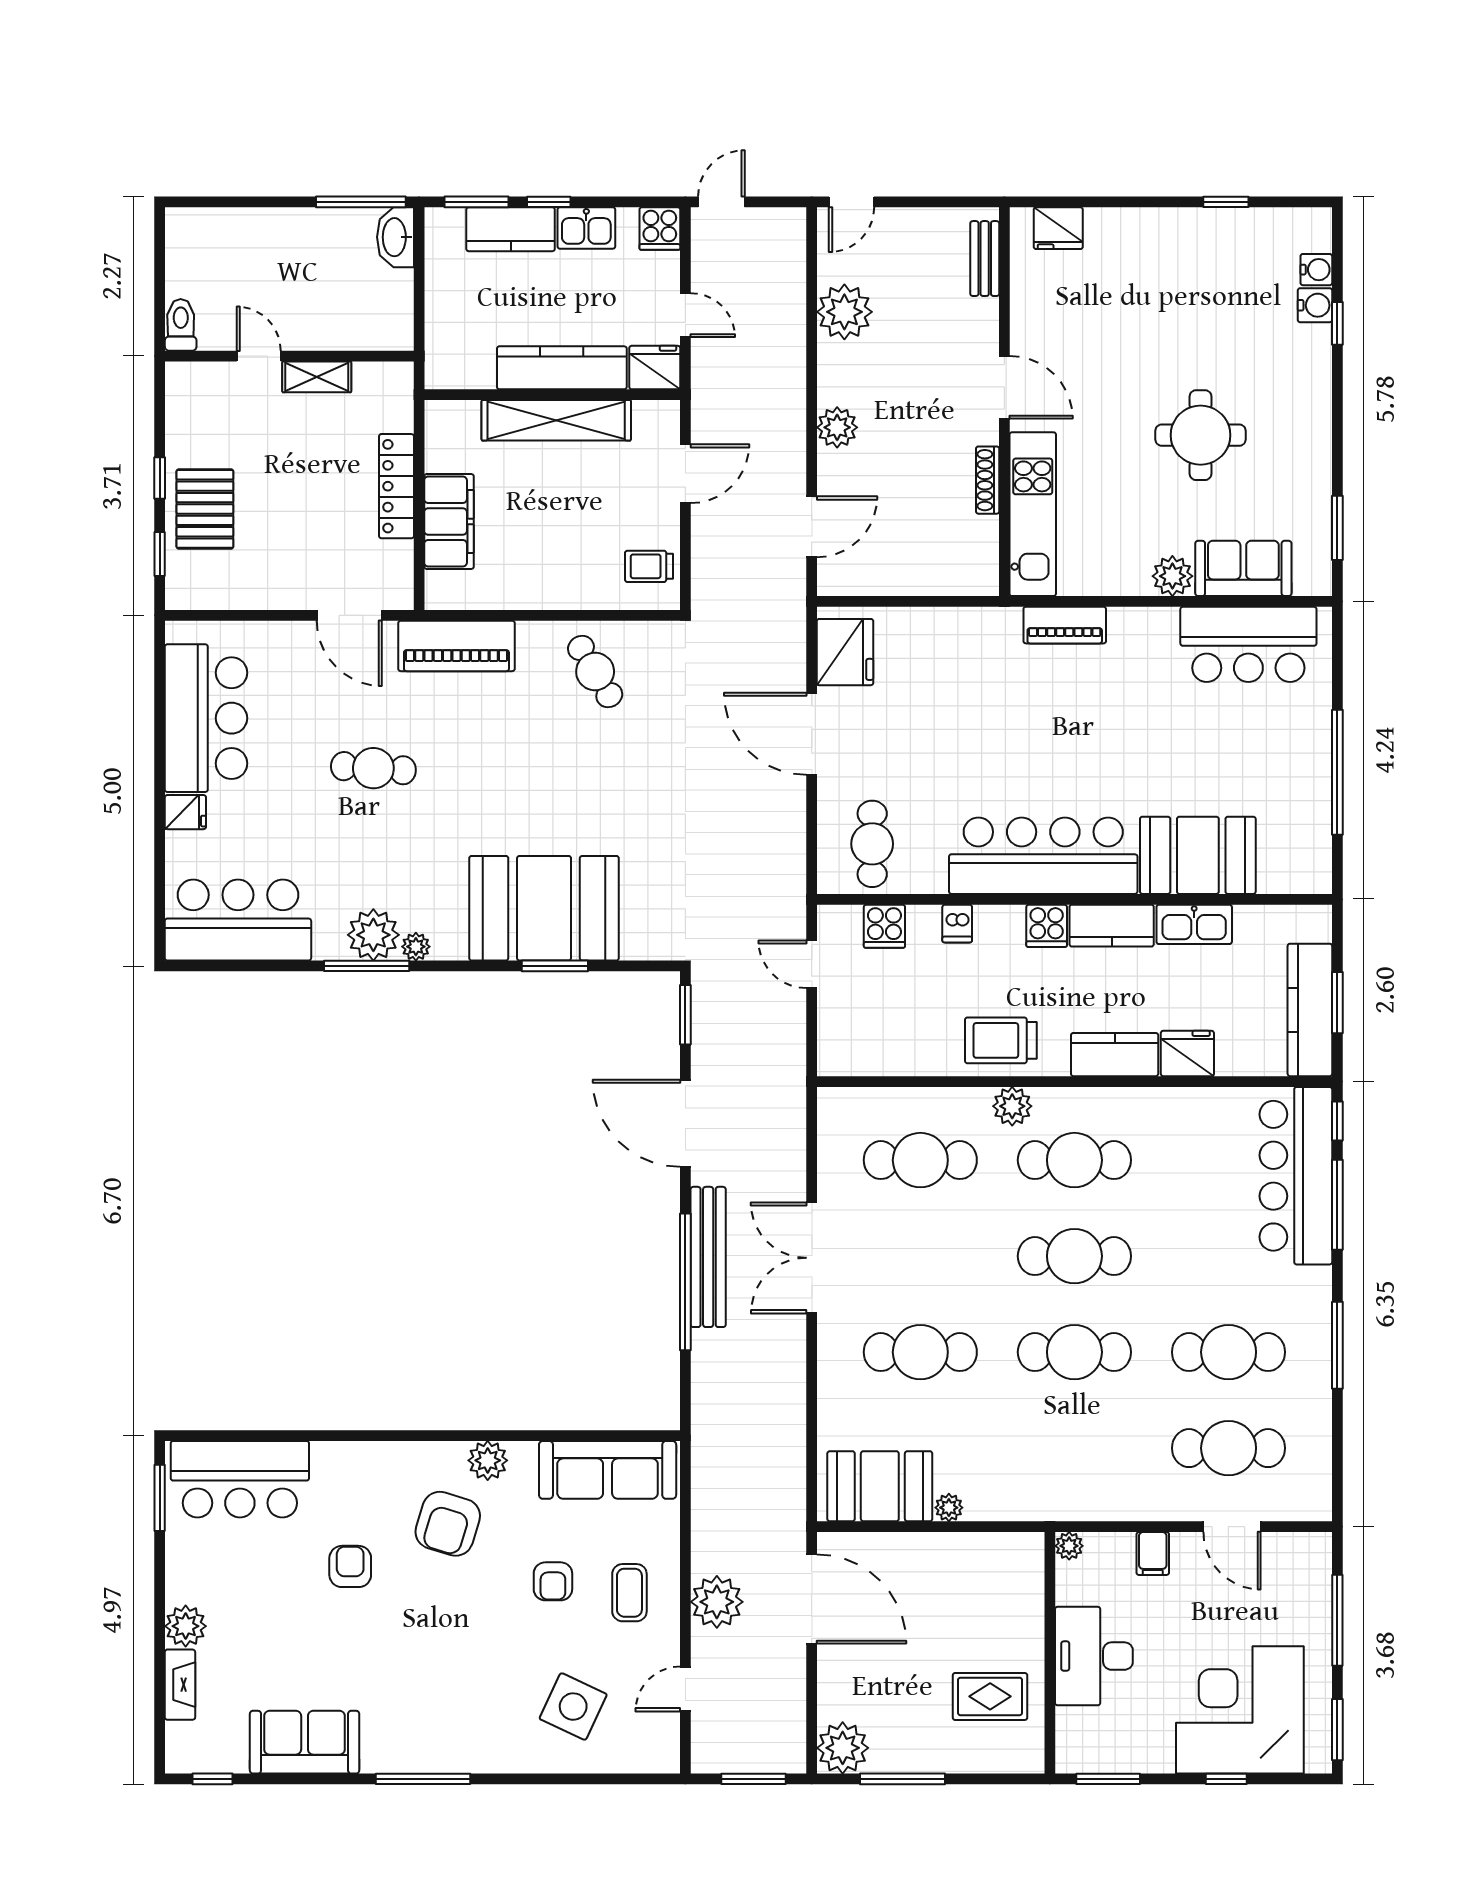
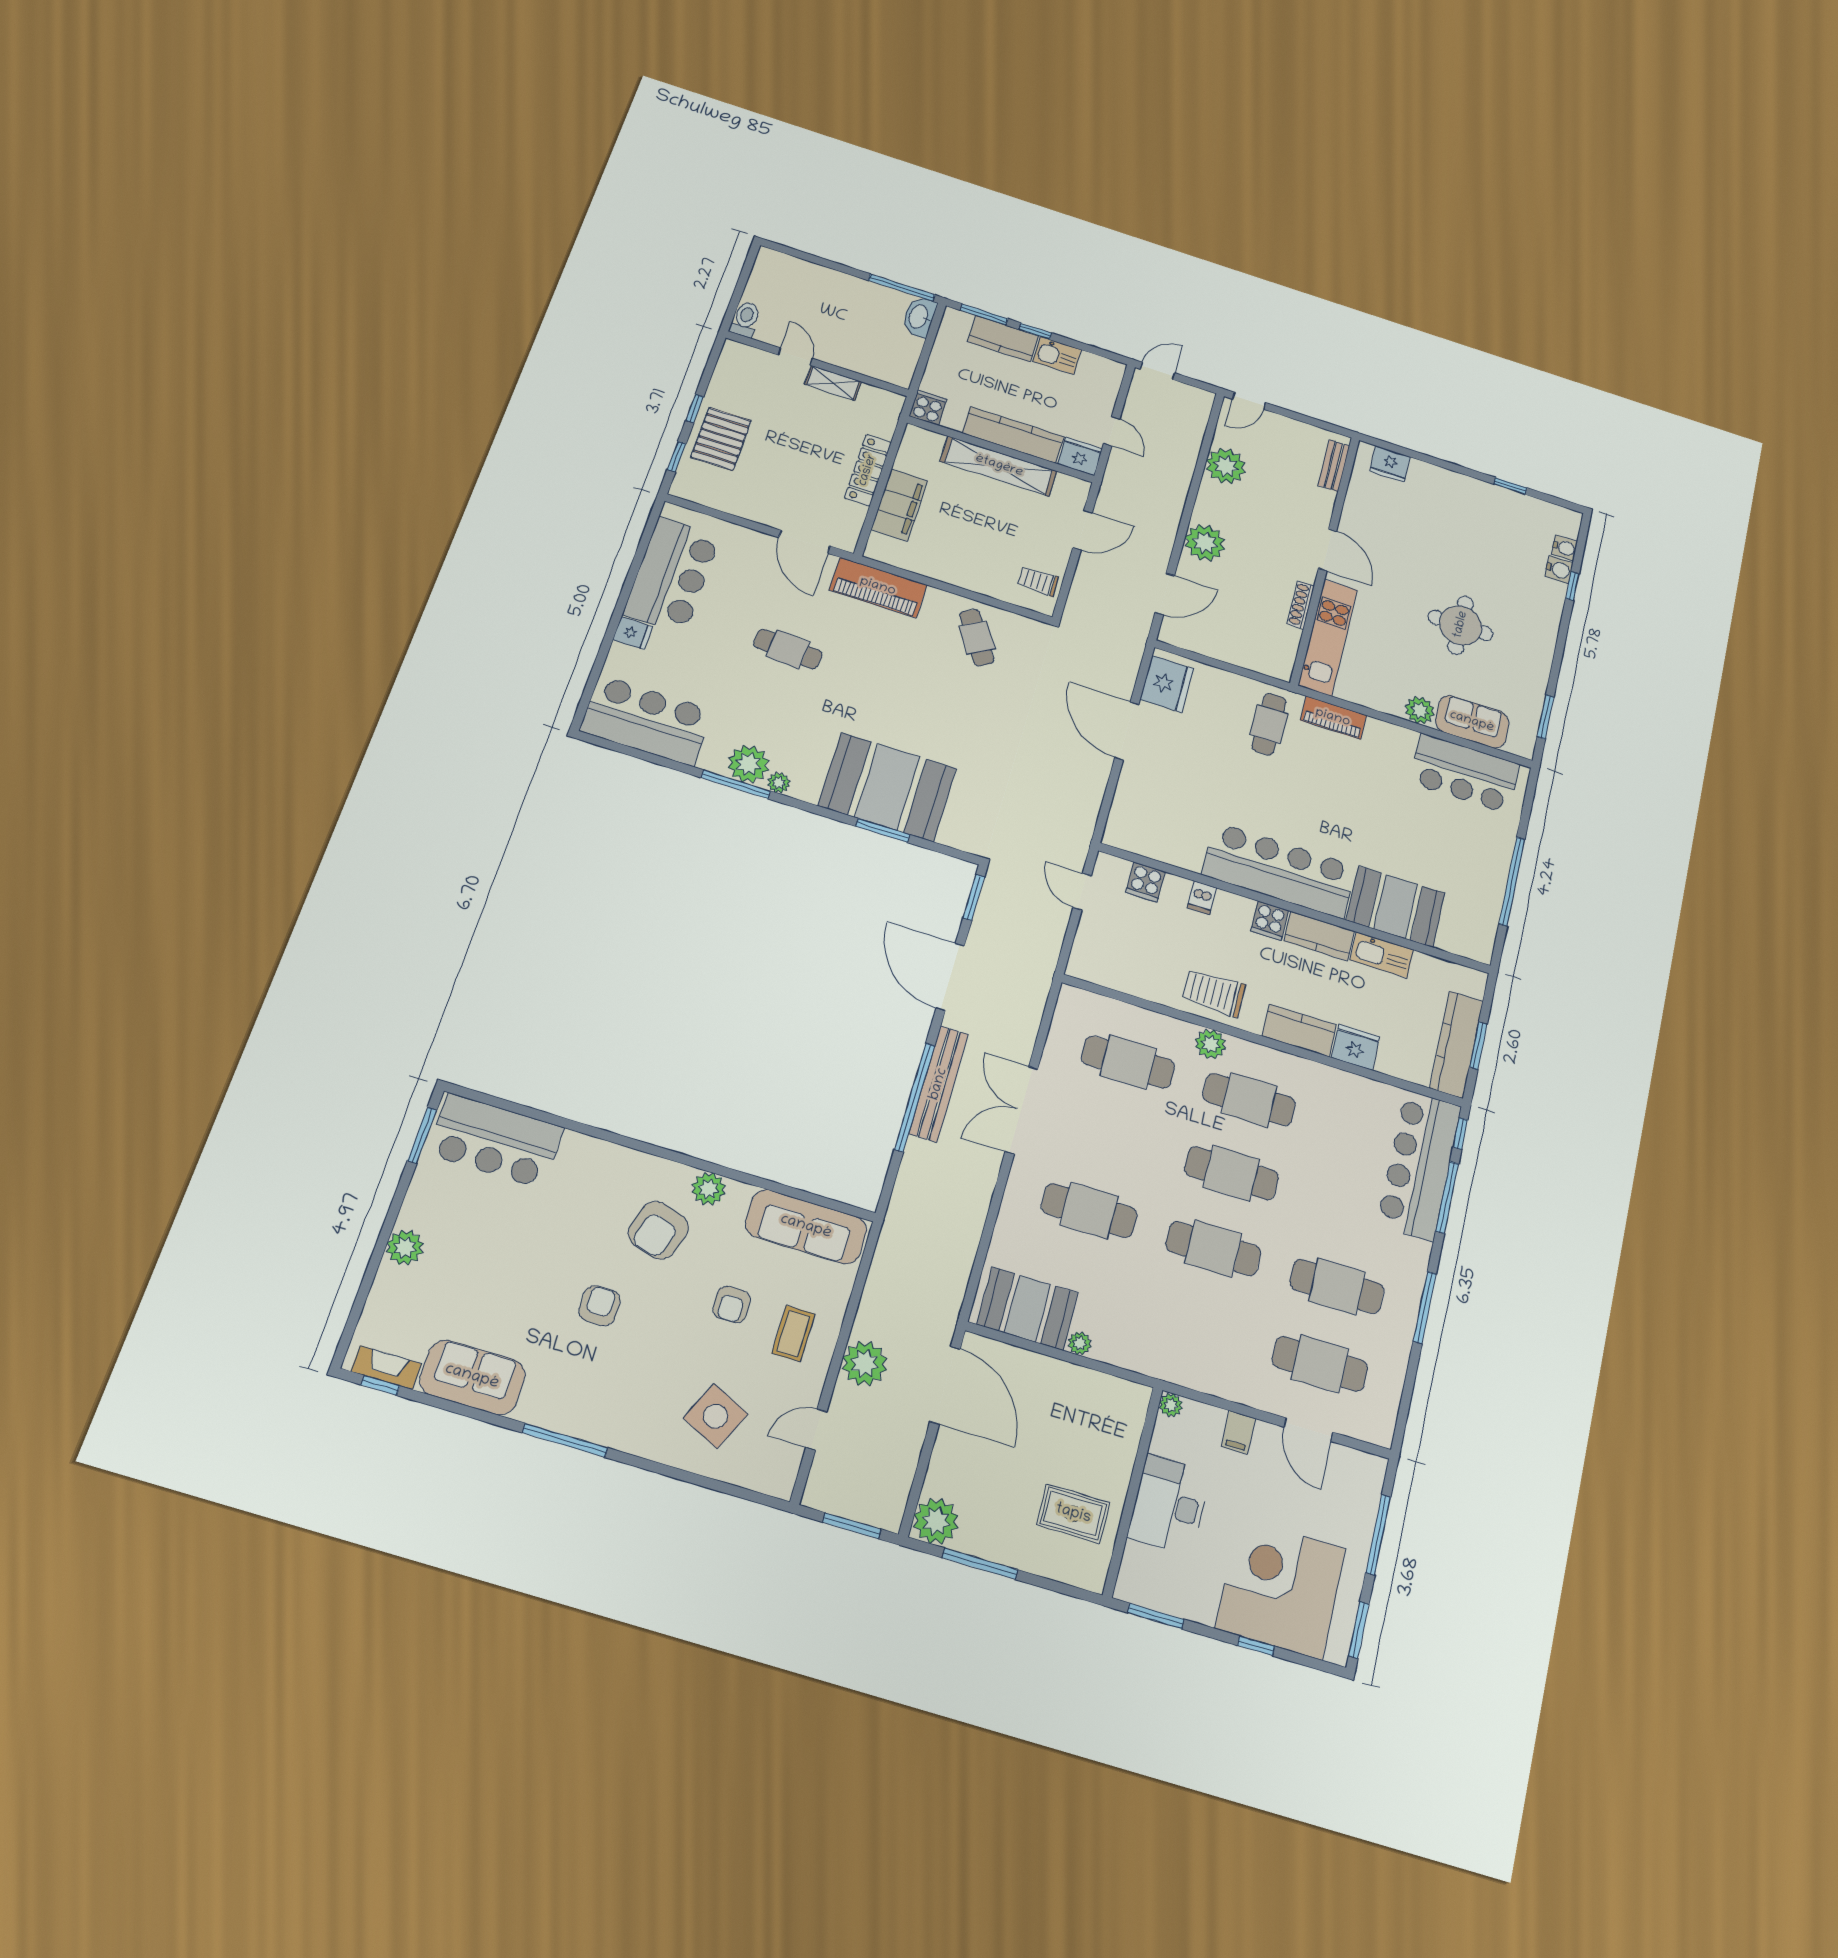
cooker: (660, 229) -> (928, 408), moved, turned 180
plant: (837, 427) -> (1205, 543), width x1.36, depth x1.36
cafe table: (872, 844) -> (1269, 724), moved
armchair: (350, 1566) -> (600, 1306), moved
fireplace: (180, 1685) -> (386, 1368), moved, turned -90

